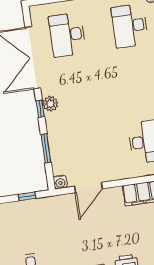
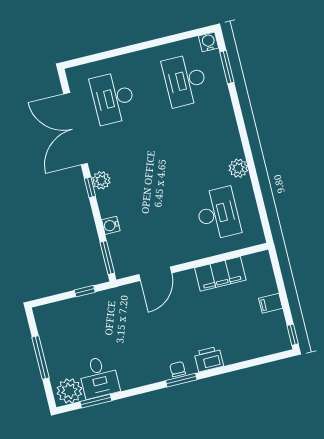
window: (46, 148) -> (107, 258), moved
water cooler: (60, 182) -> (111, 225), moved, turned 90

